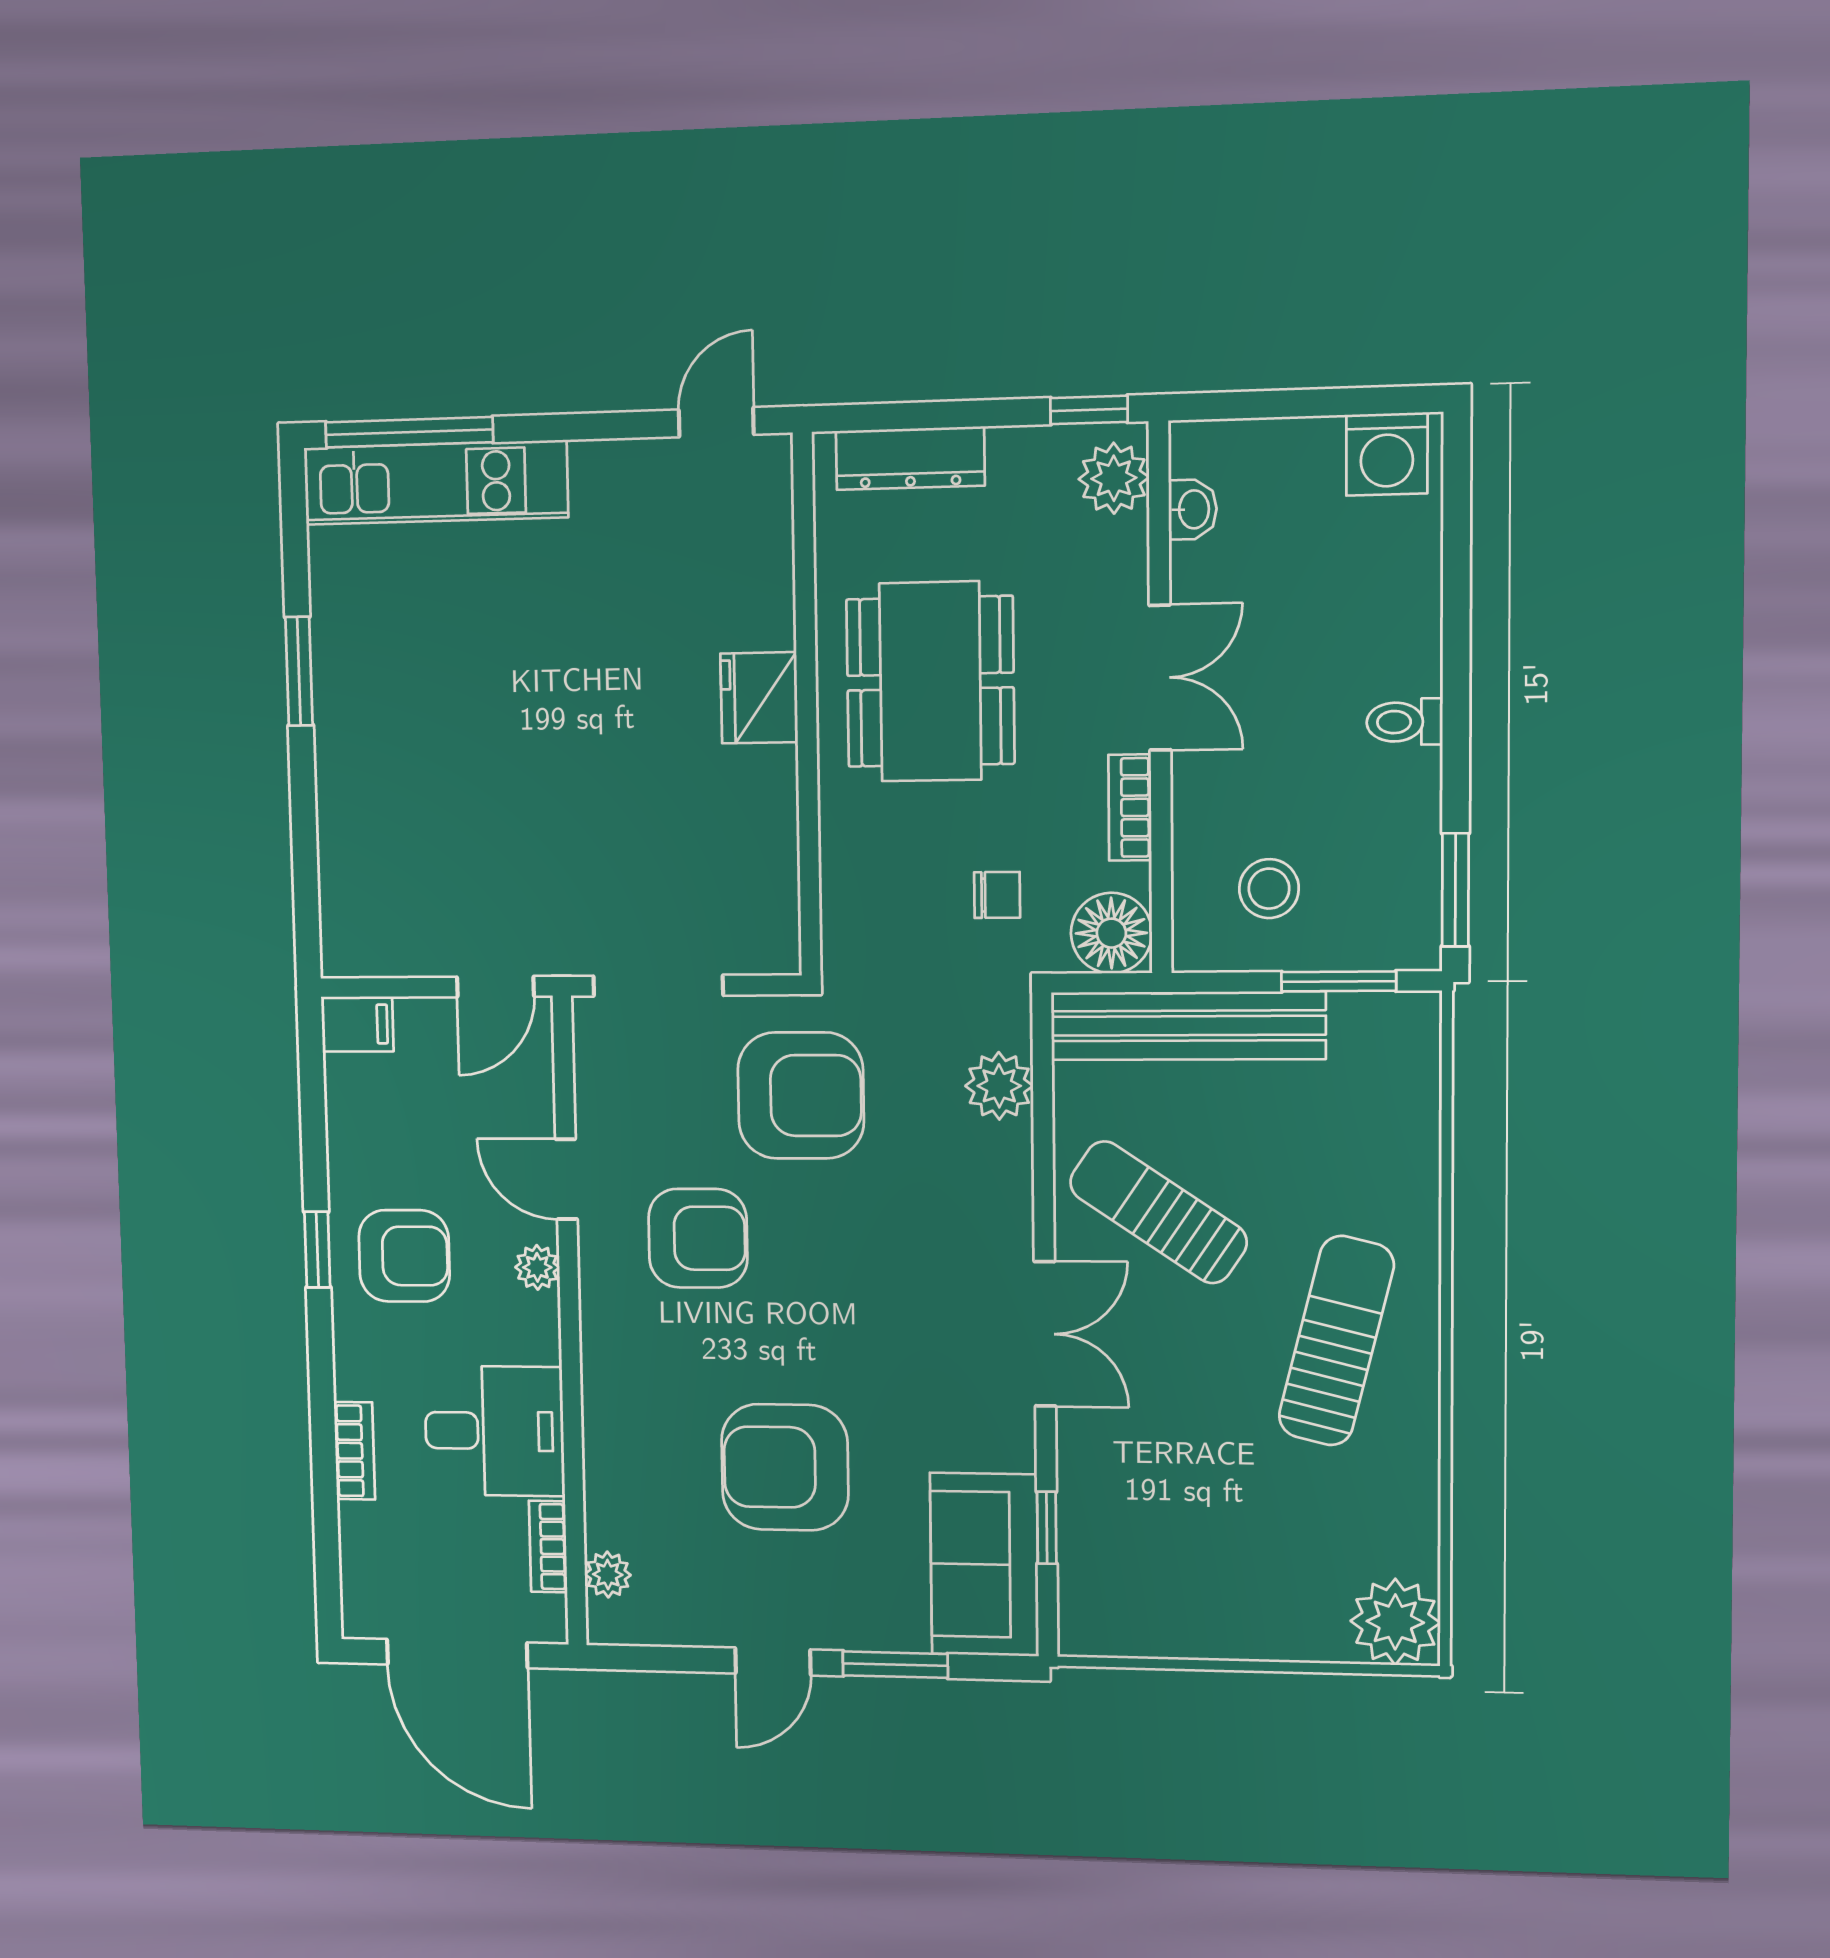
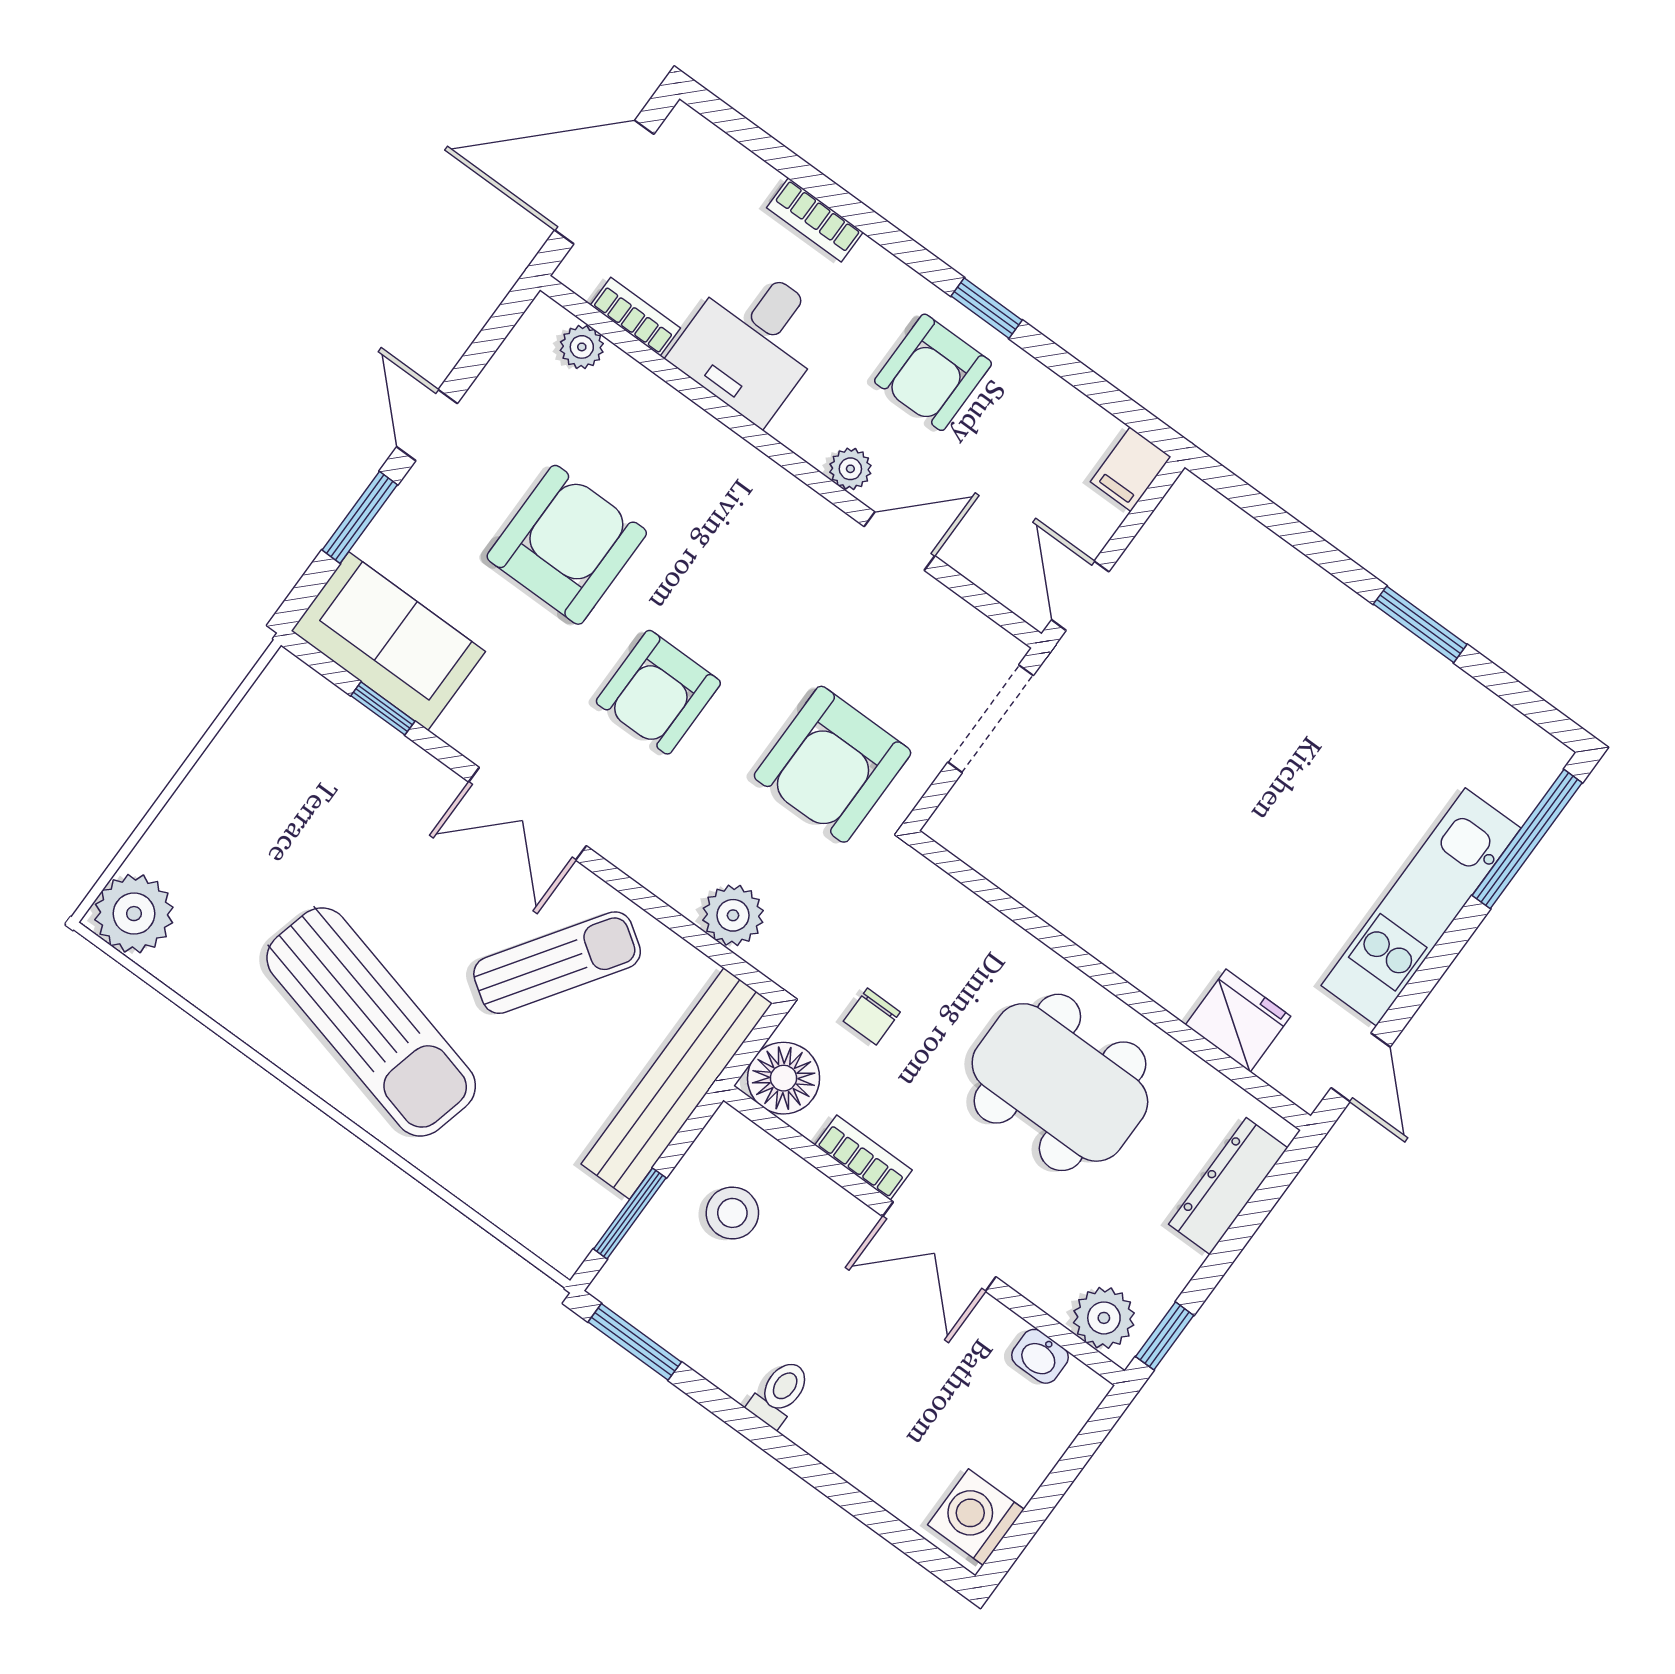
kitchen unit: (435, 483) -> (1421, 907), moved
fridge: (759, 698) -> (1238, 1021), moved
armchair: (698, 1238) -> (658, 692), moved
sun lounger: (1336, 1341) -> (371, 1022), width x1.36, depth x1.34

